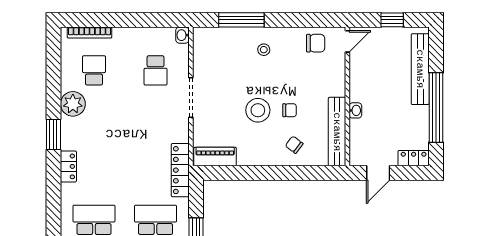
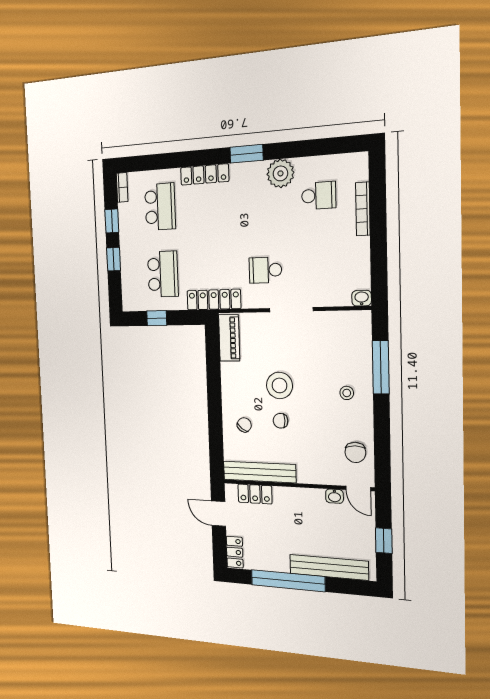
bookcase: (90, 33) -> (363, 209), moved
school desk: (156, 70) -> (265, 270), moved
chair: (290, 110) -> (281, 421), turned 90
washbasin: (355, 110) -> (334, 496), moved
locker: (358, 137) -> (255, 494), added
locker: (68, 166) -> (205, 174), width x1.53

